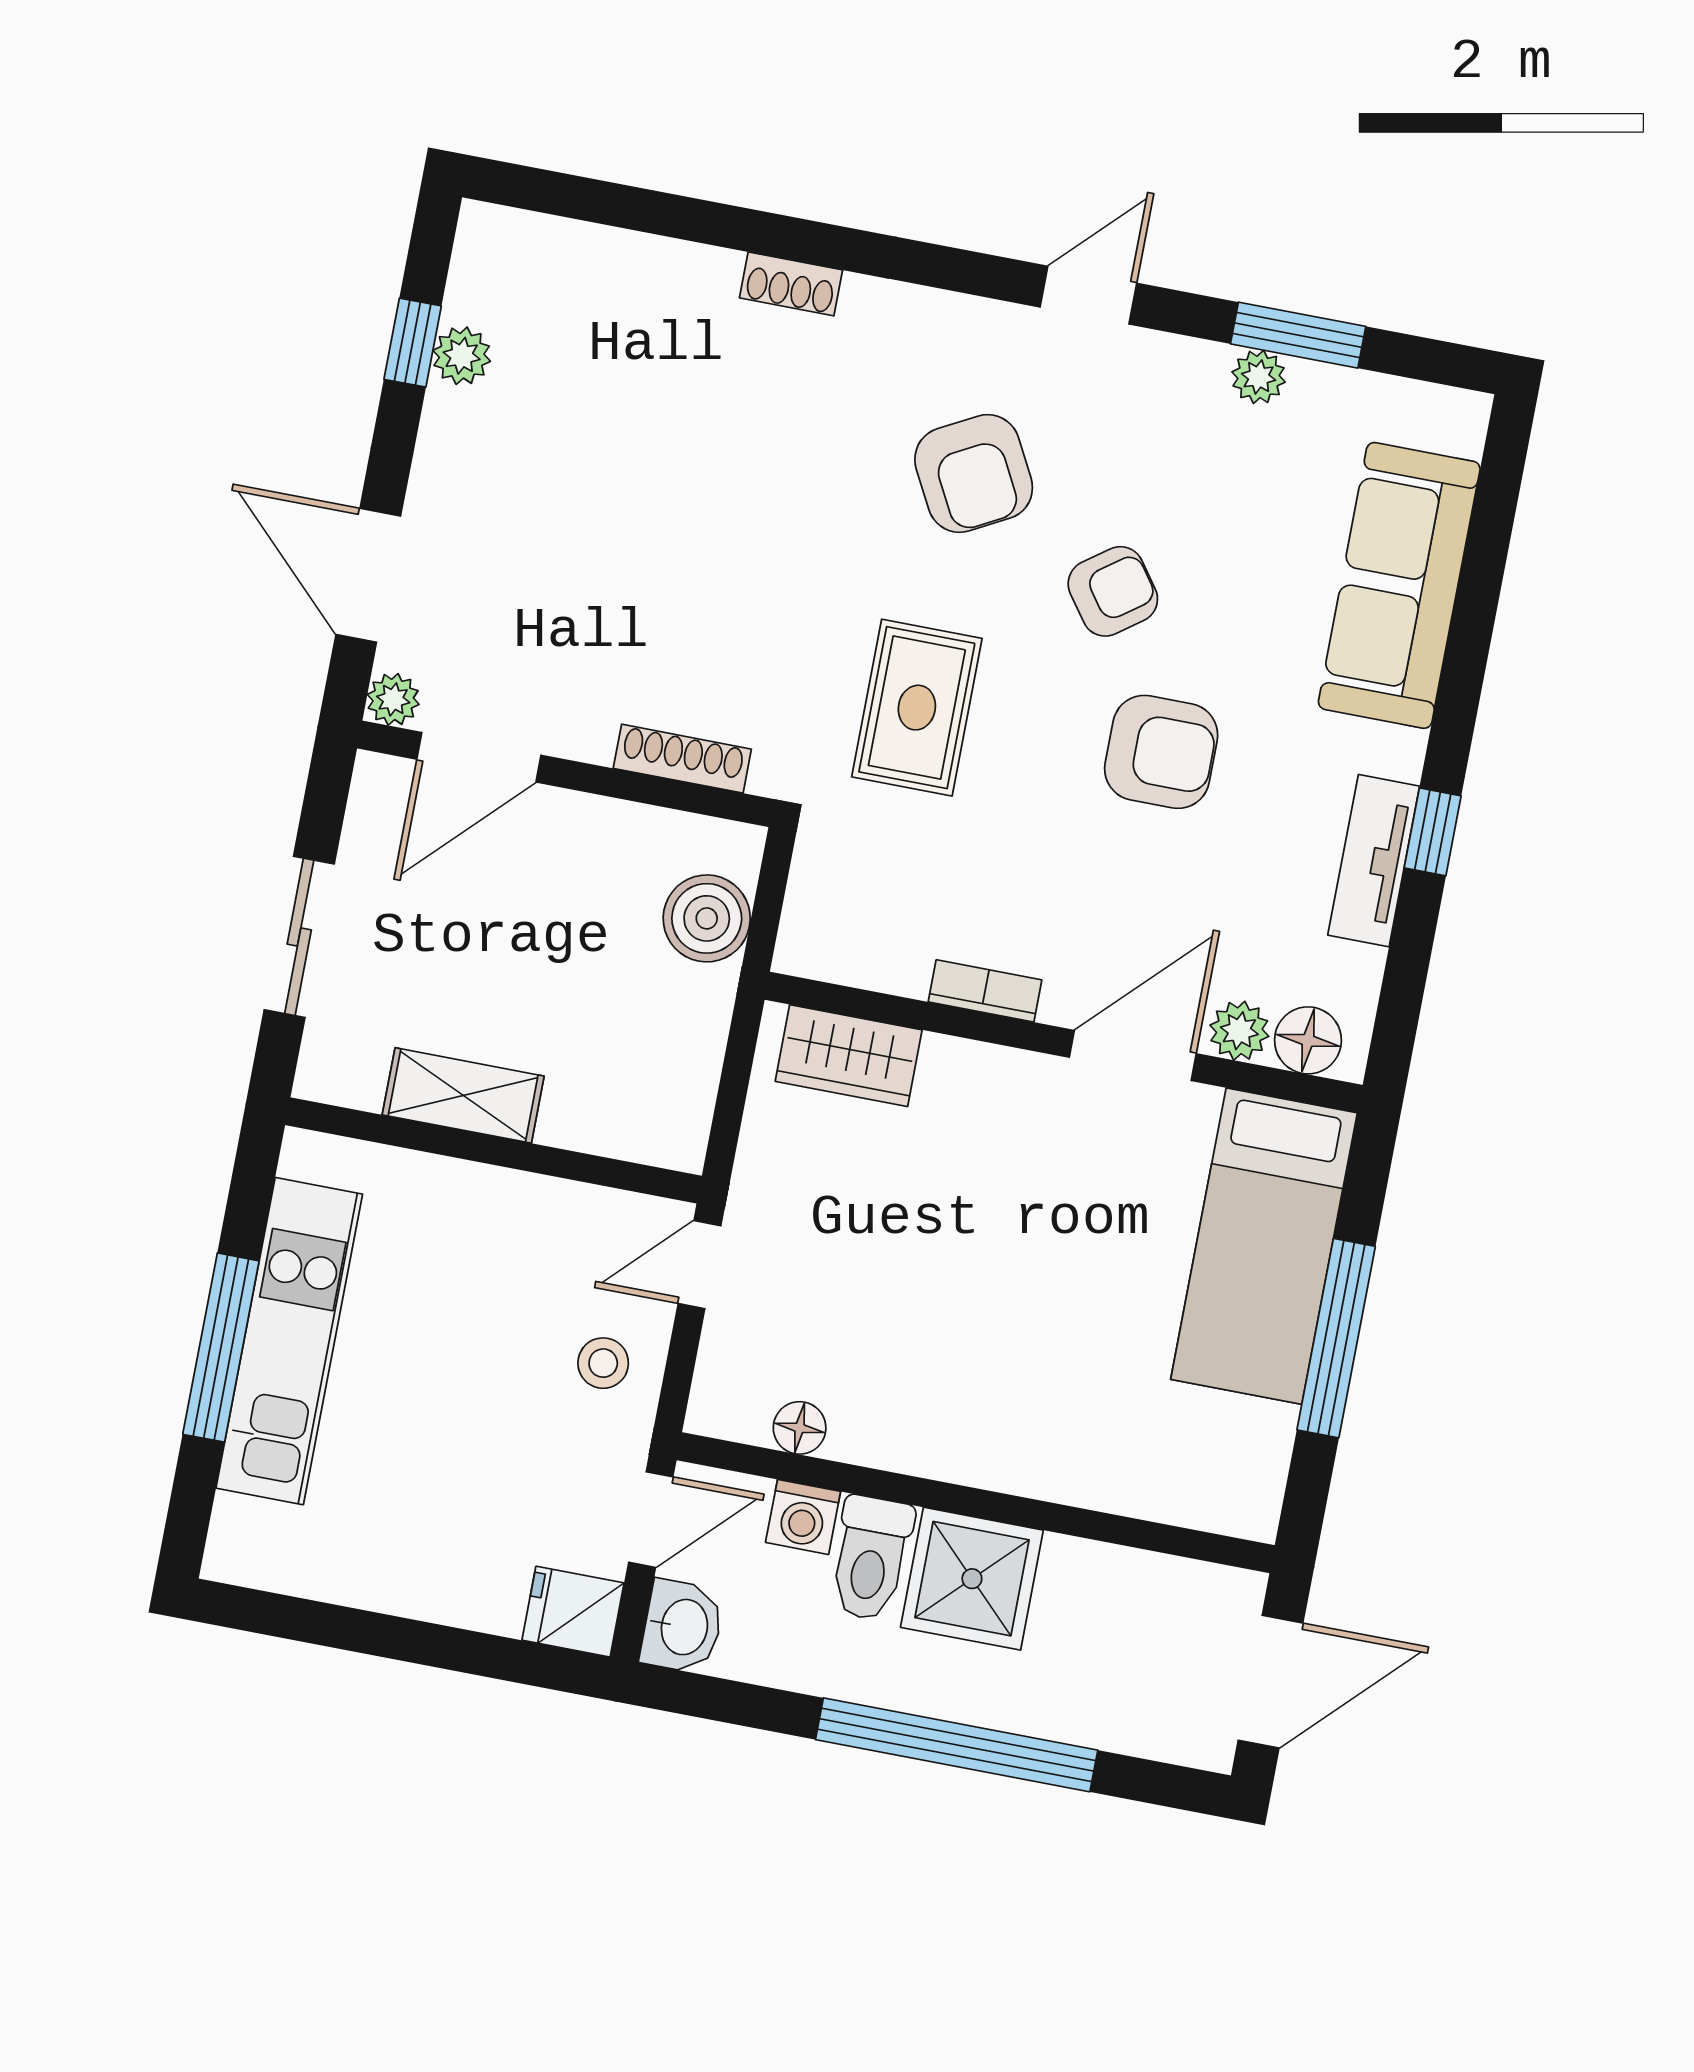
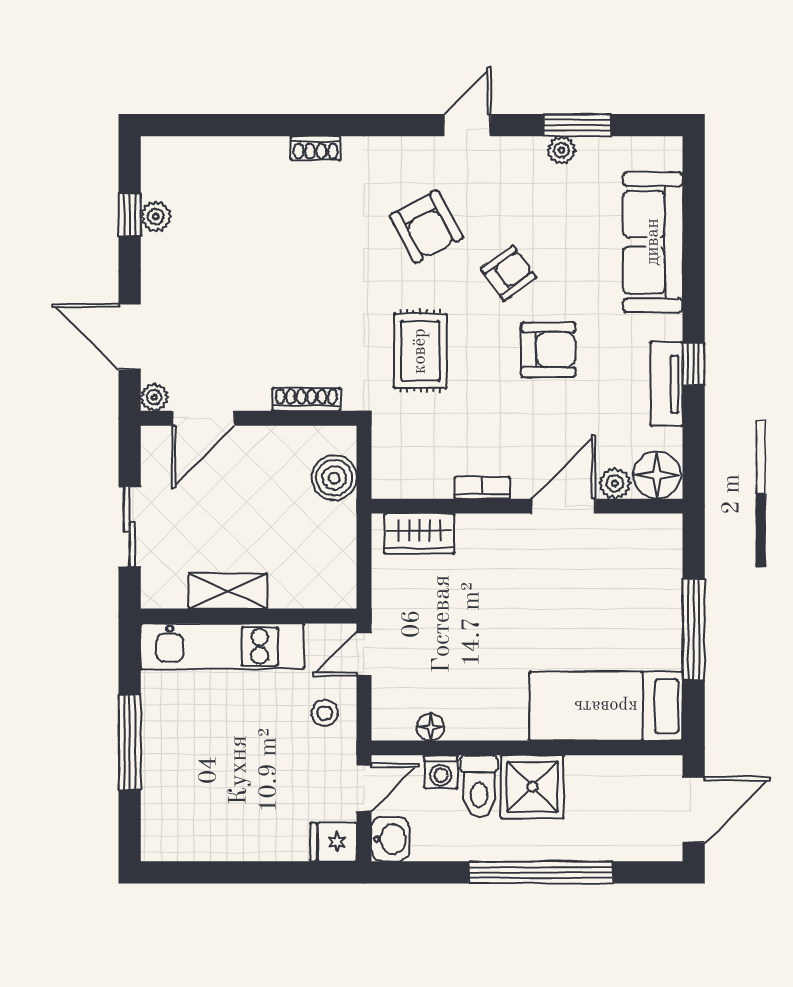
floor lamp: (1308, 1040) -> (657, 475), width x1.38, depth x1.38
bed: (1264, 1246) -> (606, 706), moved, turned 90
kitchen unit: (289, 1341) -> (222, 646), moved, turned 90

